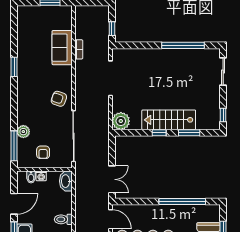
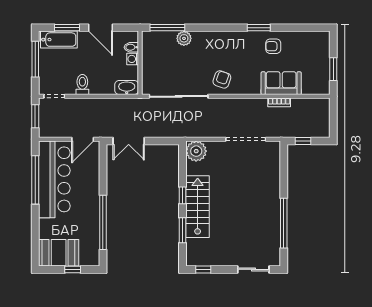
armchair: (43, 152) -> (273, 46), moved

